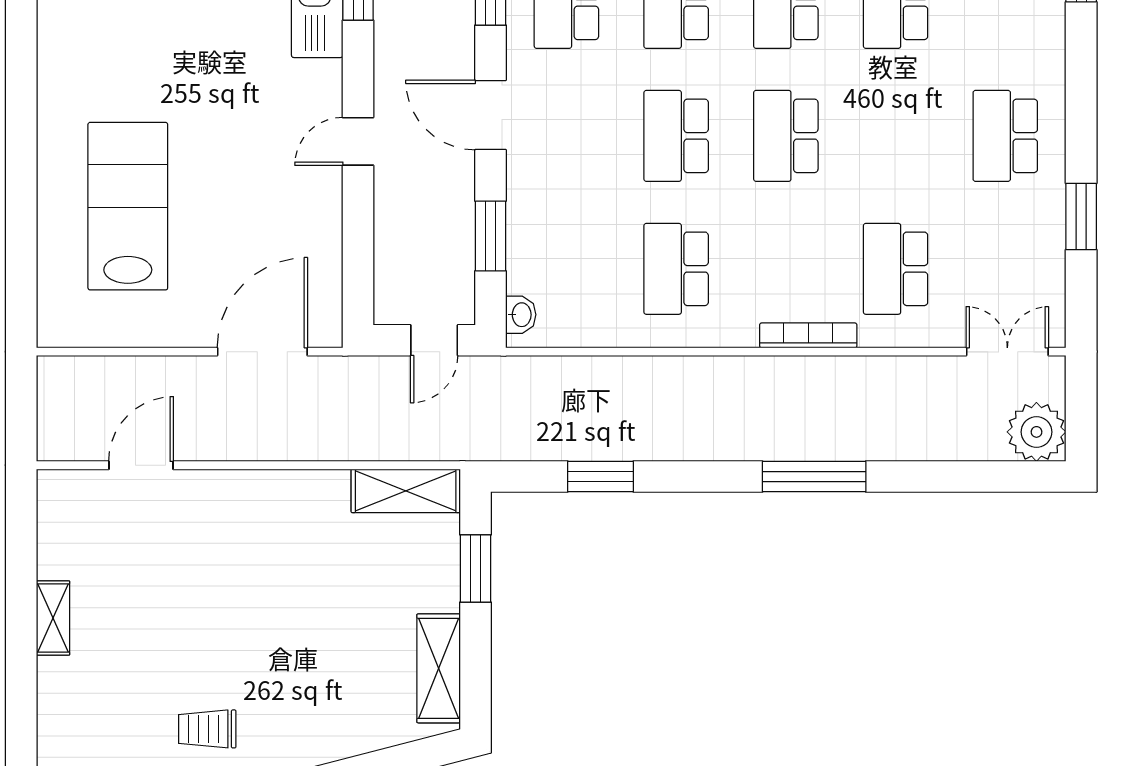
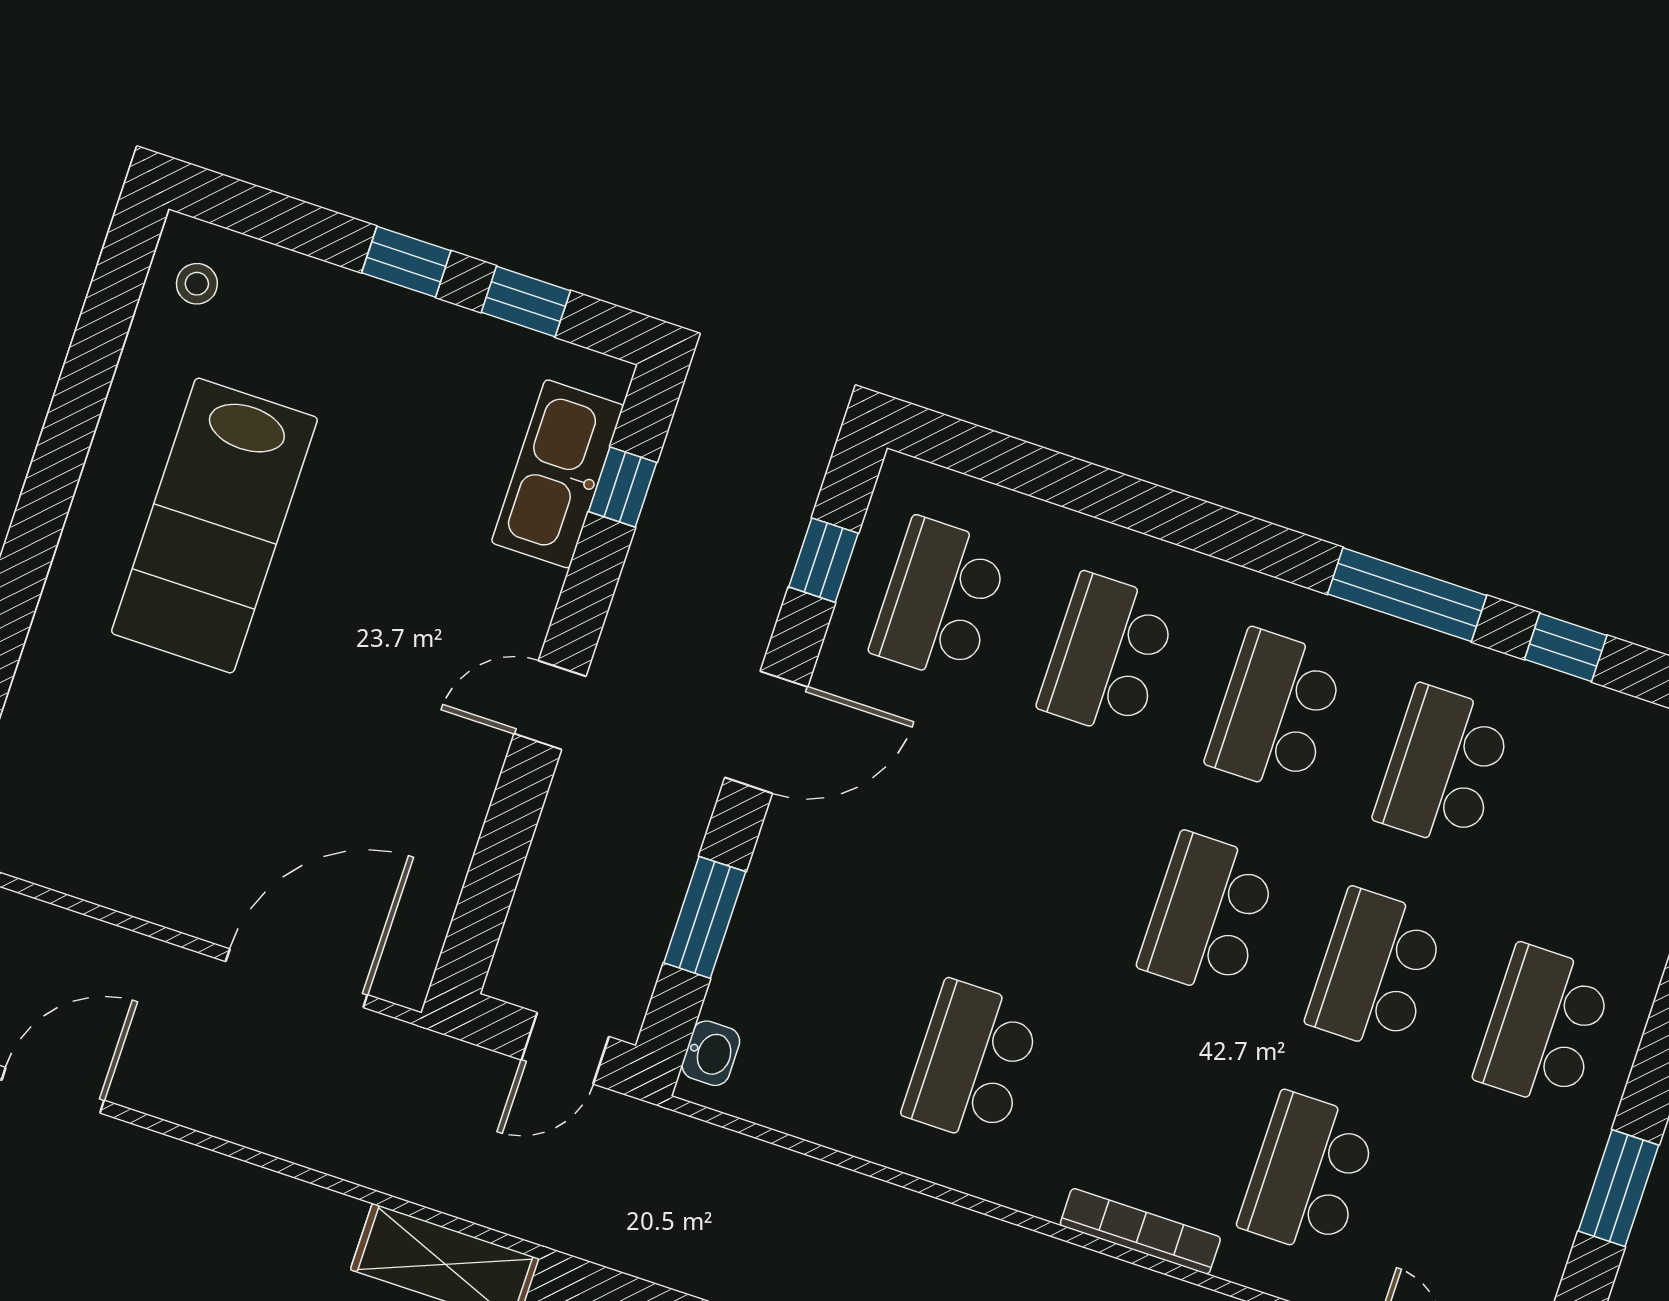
door: (491, 115) -> (766, 732), swing flipped
school desk: (676, 136) -> (1376, 970), moved
lab bench: (128, 206) -> (214, 526), moved, turned 180

